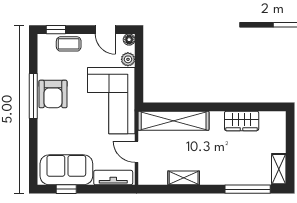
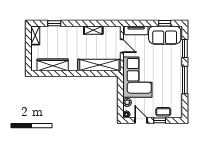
window: (56, 30) -> (160, 120), moved
armchair: (53, 94) -> (173, 81), removed
wardrobe: (242, 121) -> (53, 65), width x1.50
window: (33, 148) -> (185, 48), added
window: (248, 189) -> (54, 23), width x0.46

